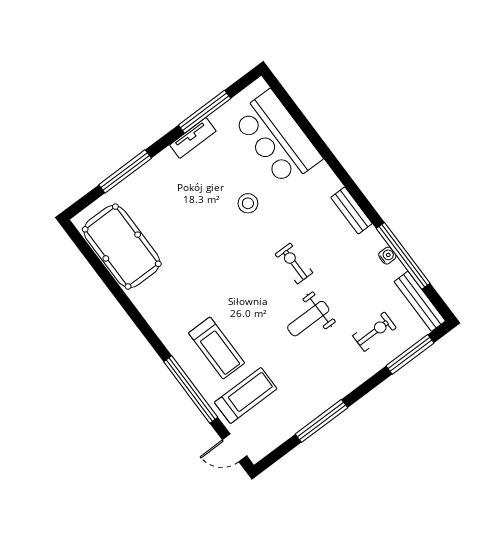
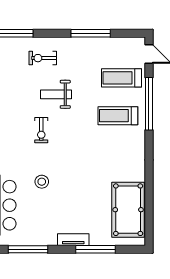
tv unit: (193, 138) -> (73, 240), moved
weight bench: (308, 319) -> (56, 94), turned 180
exercise bike: (374, 332) -> (43, 58), moved
treadmill: (217, 348) -> (118, 116), turned -90

